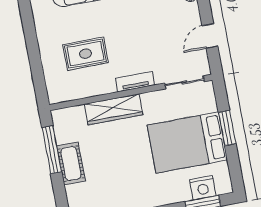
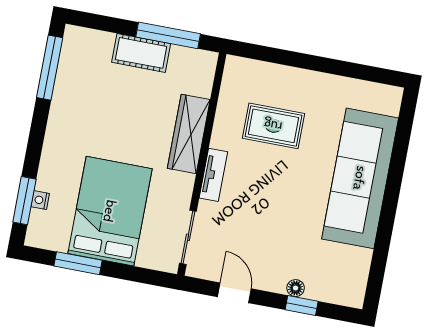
rug: (86, 54) -> (273, 126), turned 90
window: (227, 128) -> (78, 263), moved
nightstand: (203, 188) -> (40, 200), width x0.53, depth x0.56

